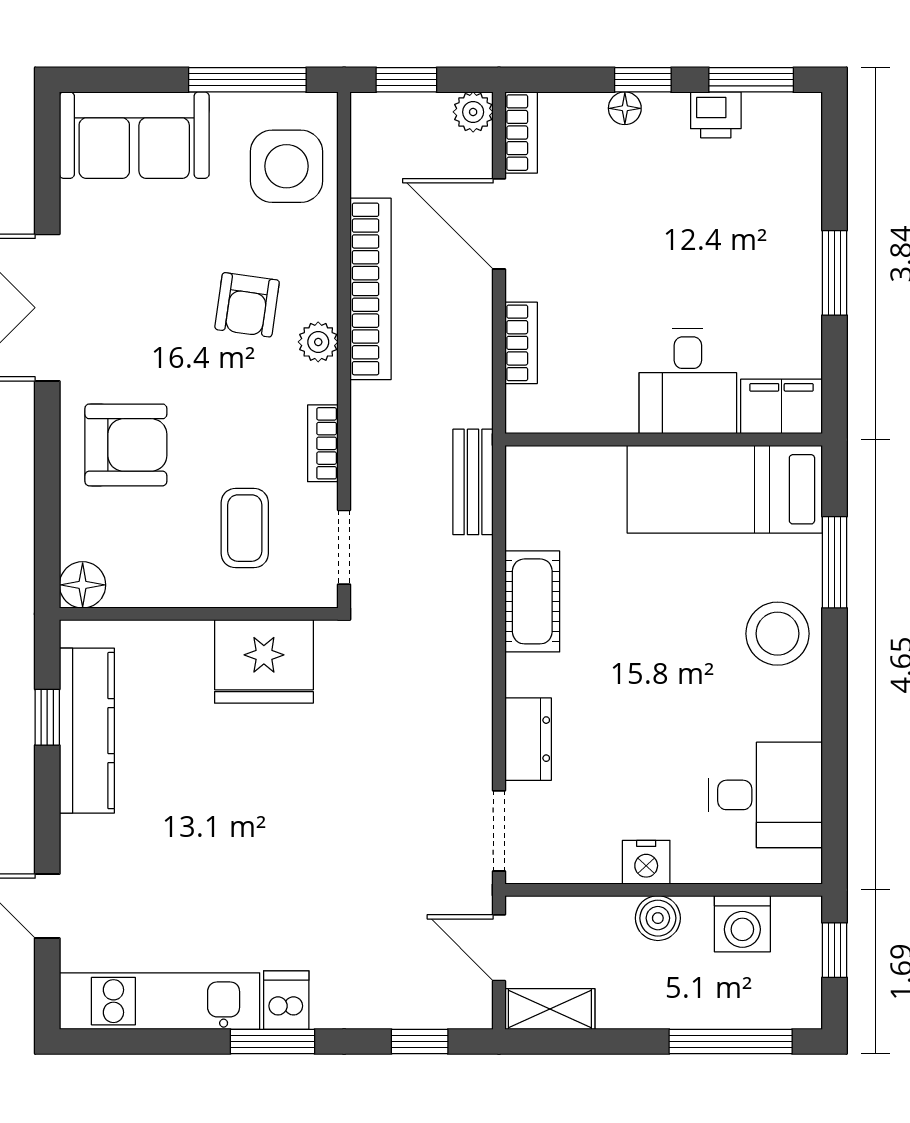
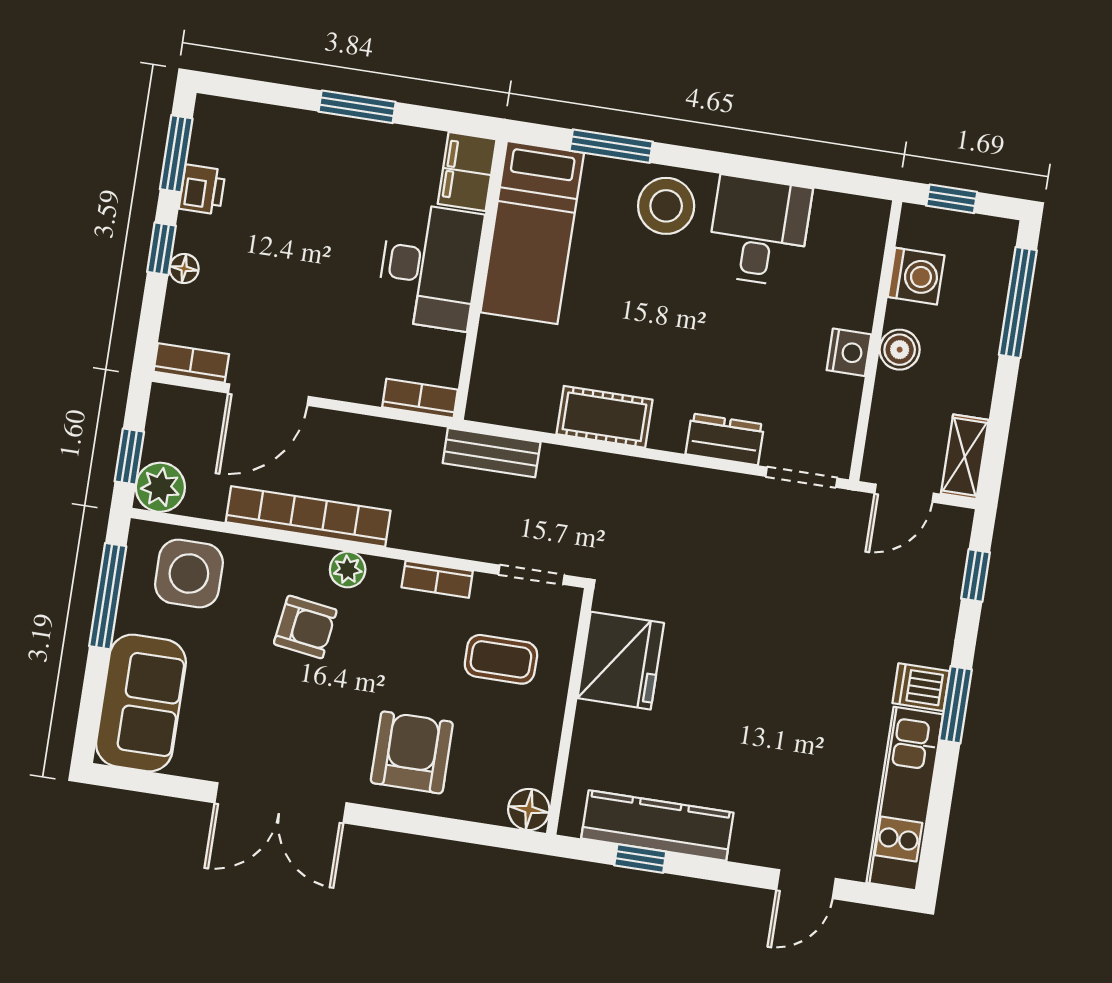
plant: (473, 112) -> (160, 487), moved, width x1.38, depth x1.38
bookcase: (521, 343) -> (420, 398), moved
desk: (688, 381) -> (430, 266), width x1.37
desk: (766, 795) -> (759, 231), moved

